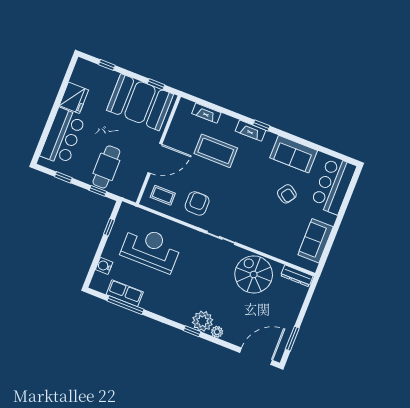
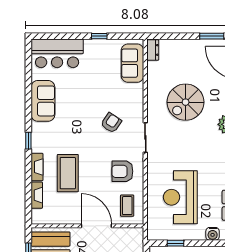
fireplace: (251, 131) -> (37, 167), moved
armchair: (287, 194) -> (111, 123), moved
window: (334, 232) -> (99, 36), added
sofa: (316, 241) -> (133, 63), moved, turned 90
spiral stairs: (254, 274) -> (186, 102), moved
dresser: (297, 276) -> (153, 50), width x0.70

